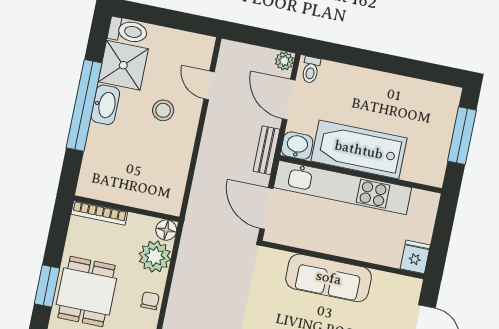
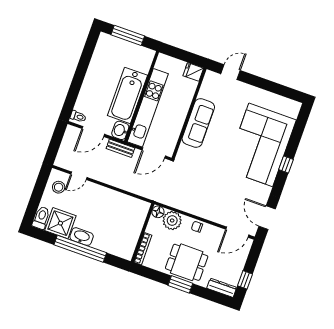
plant: (284, 61) -> (71, 131), removed
stool: (163, 110) -> (59, 187), moved

